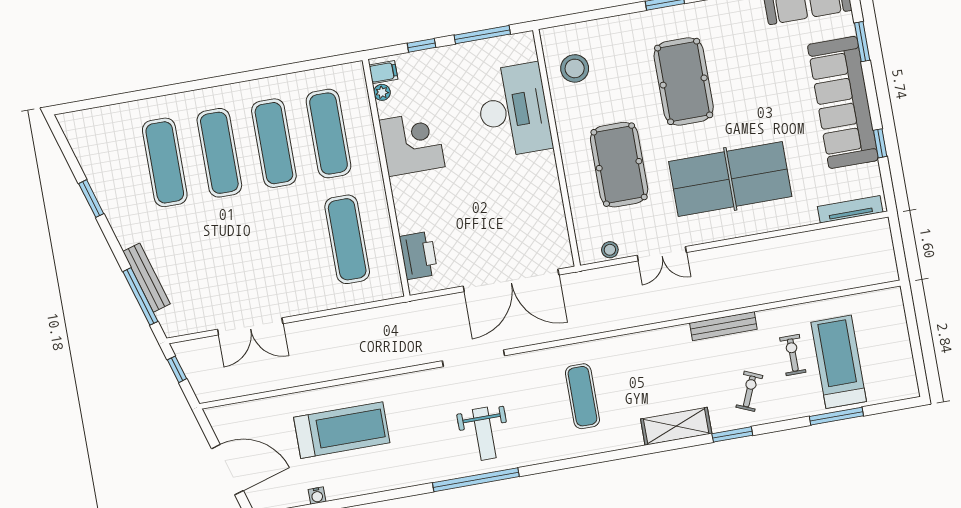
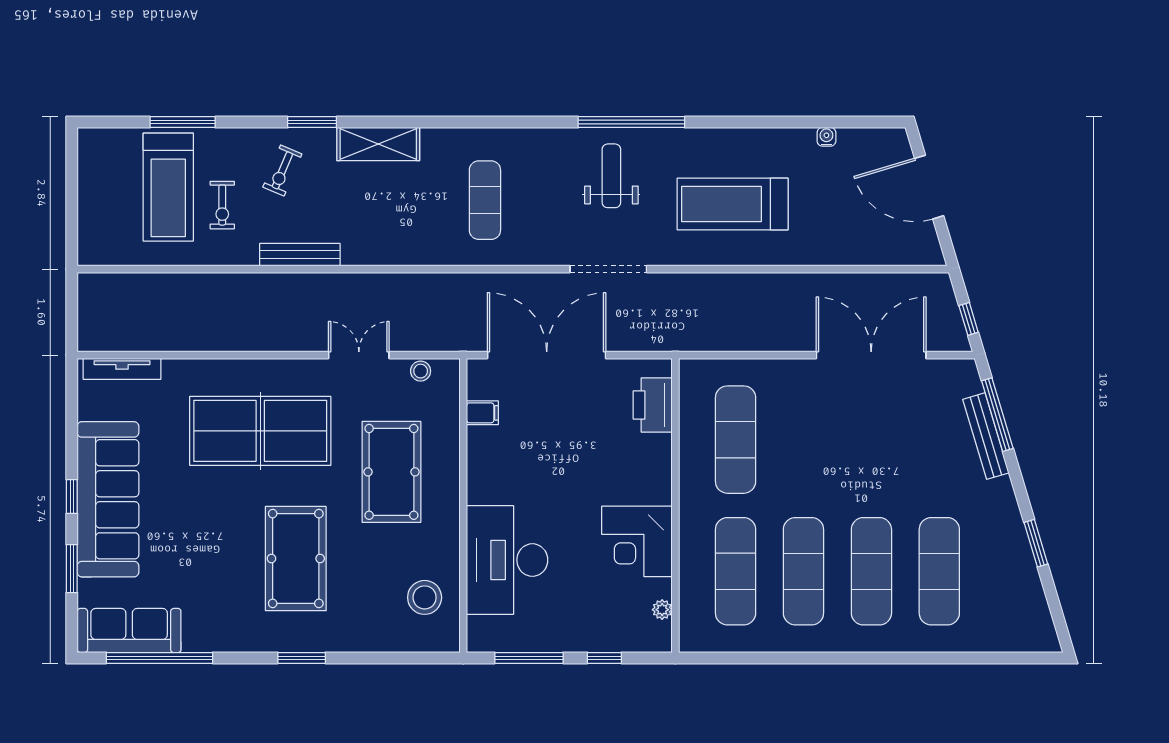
filing cabinet: (383, 72) -> (482, 413), moved, turned 180
window: (880, 143) -> (72, 496), moved
double door: (250, 326) -> (871, 355), width x1.36
treadmill: (342, 430) -> (733, 204), moved

